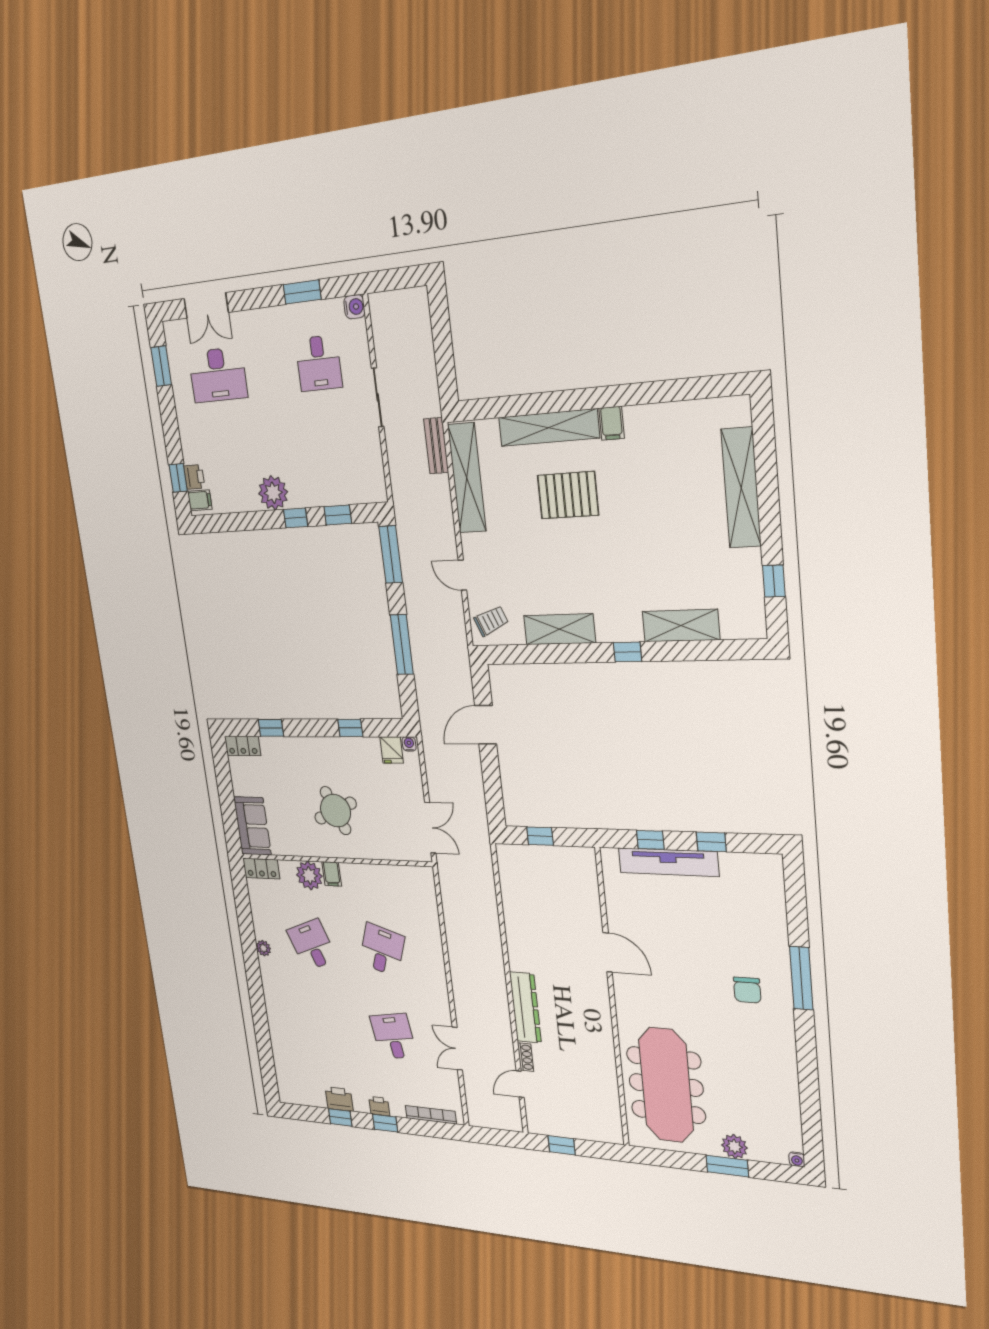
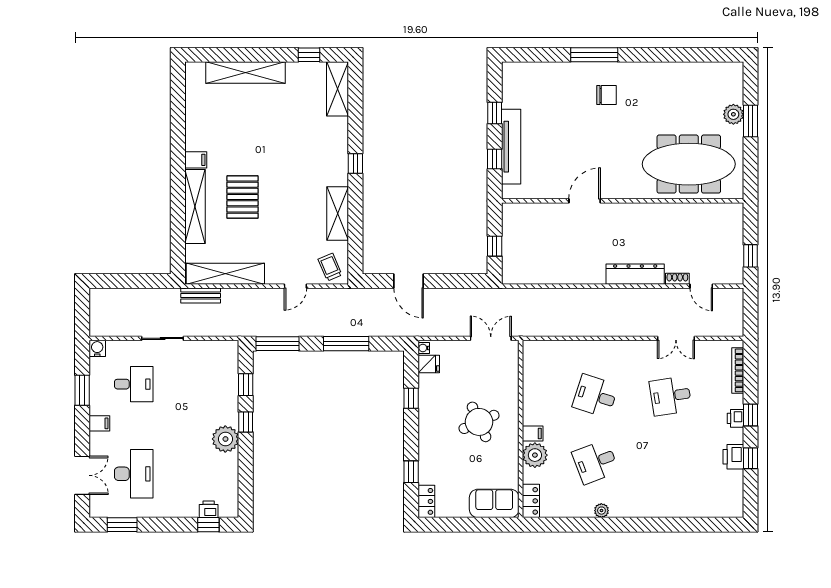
filing cabinet: (200, 500) -> (99, 423), moved, turned 90
shelving: (681, 626) -> (337, 89), moved
water cooler: (797, 1159) -> (738, 67), removed

